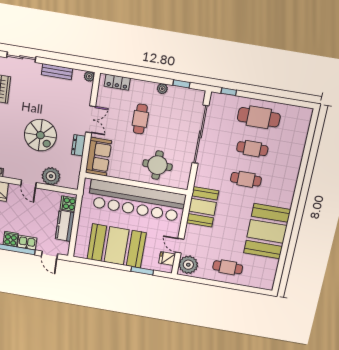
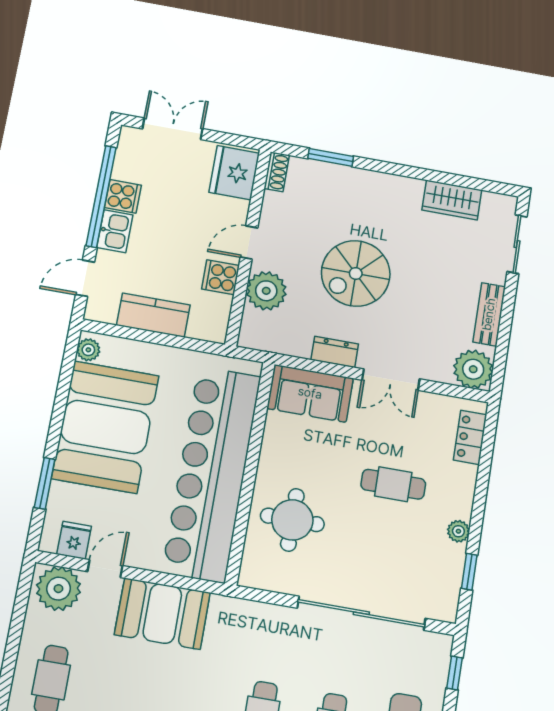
plant: (89, 76) -> (473, 369), width x1.88, depth x1.88
cooker: (68, 204) -> (221, 277), moved, turned -90
booth: (202, 207) -> (162, 614), moved
plant: (82, 253) -> (88, 350), added

